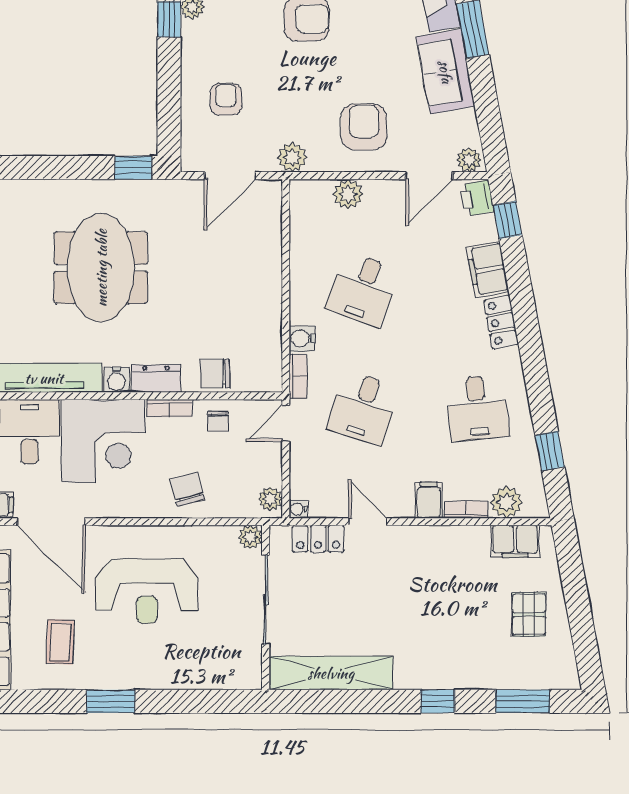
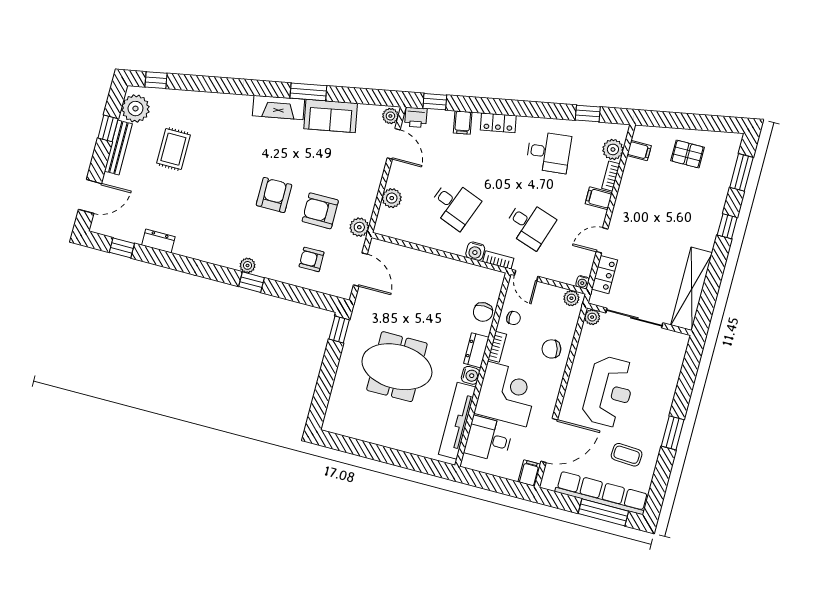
armchair: (364, 127) -> (320, 211), moved
filing cabinet: (488, 269) -> (463, 123), width x0.50
filing cabinet: (515, 541) -> (639, 151), width x0.50

